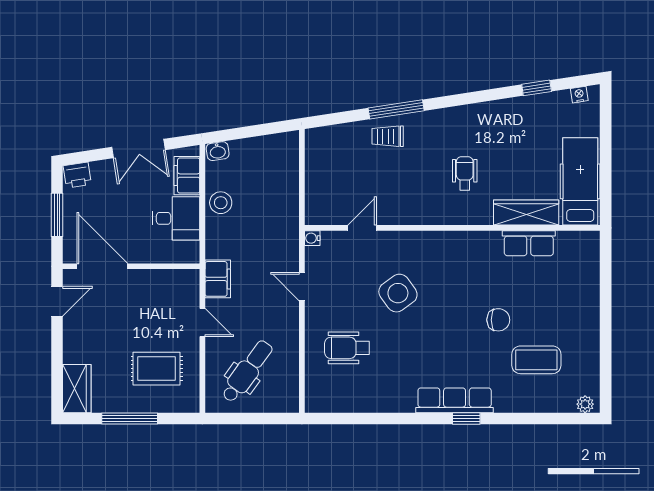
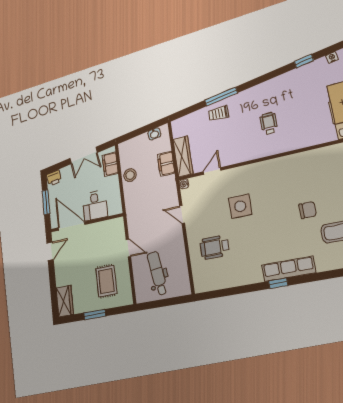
washbasin: (218, 151) -> (154, 134), moved
wardrobe: (526, 213) -> (183, 156), moved, turned 90
desk: (176, 218) -> (95, 205), moved, turned 90
row of seats: (529, 243) -> (318, 156), removed
filing cabinet: (218, 279) -> (166, 164), moved, turned 180
side table: (398, 293) -> (240, 206), turned 36
rug: (157, 369) -> (106, 281), turned 90
dental chair: (247, 371) -> (157, 273), turned -44
window: (130, 418) -> (95, 314), width x0.69
window: (466, 418) -> (278, 283), moved

